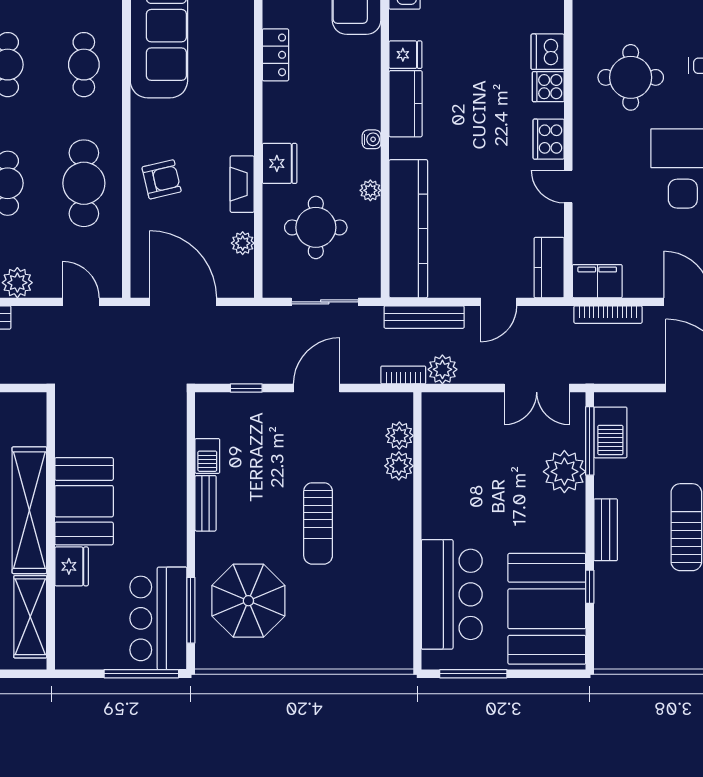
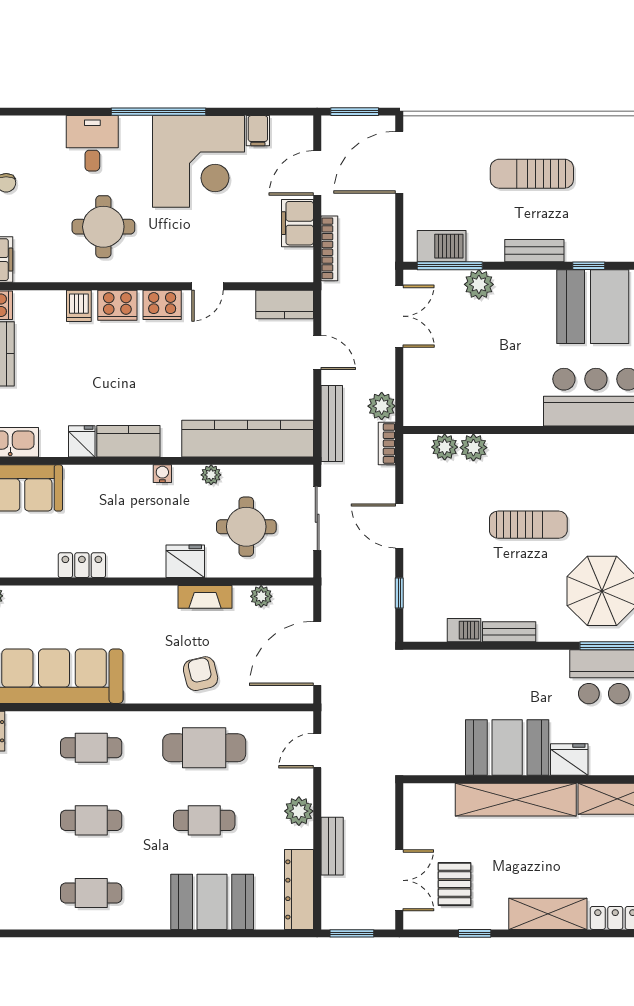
dishwasher: (548, 52) -> (79, 306), width x0.73
cooker: (548, 87) -> (117, 305), width x1.36
filing cabinet: (597, 281) -> (297, 223), moved
plant: (564, 472) -> (479, 284), width x0.73, depth x0.73

